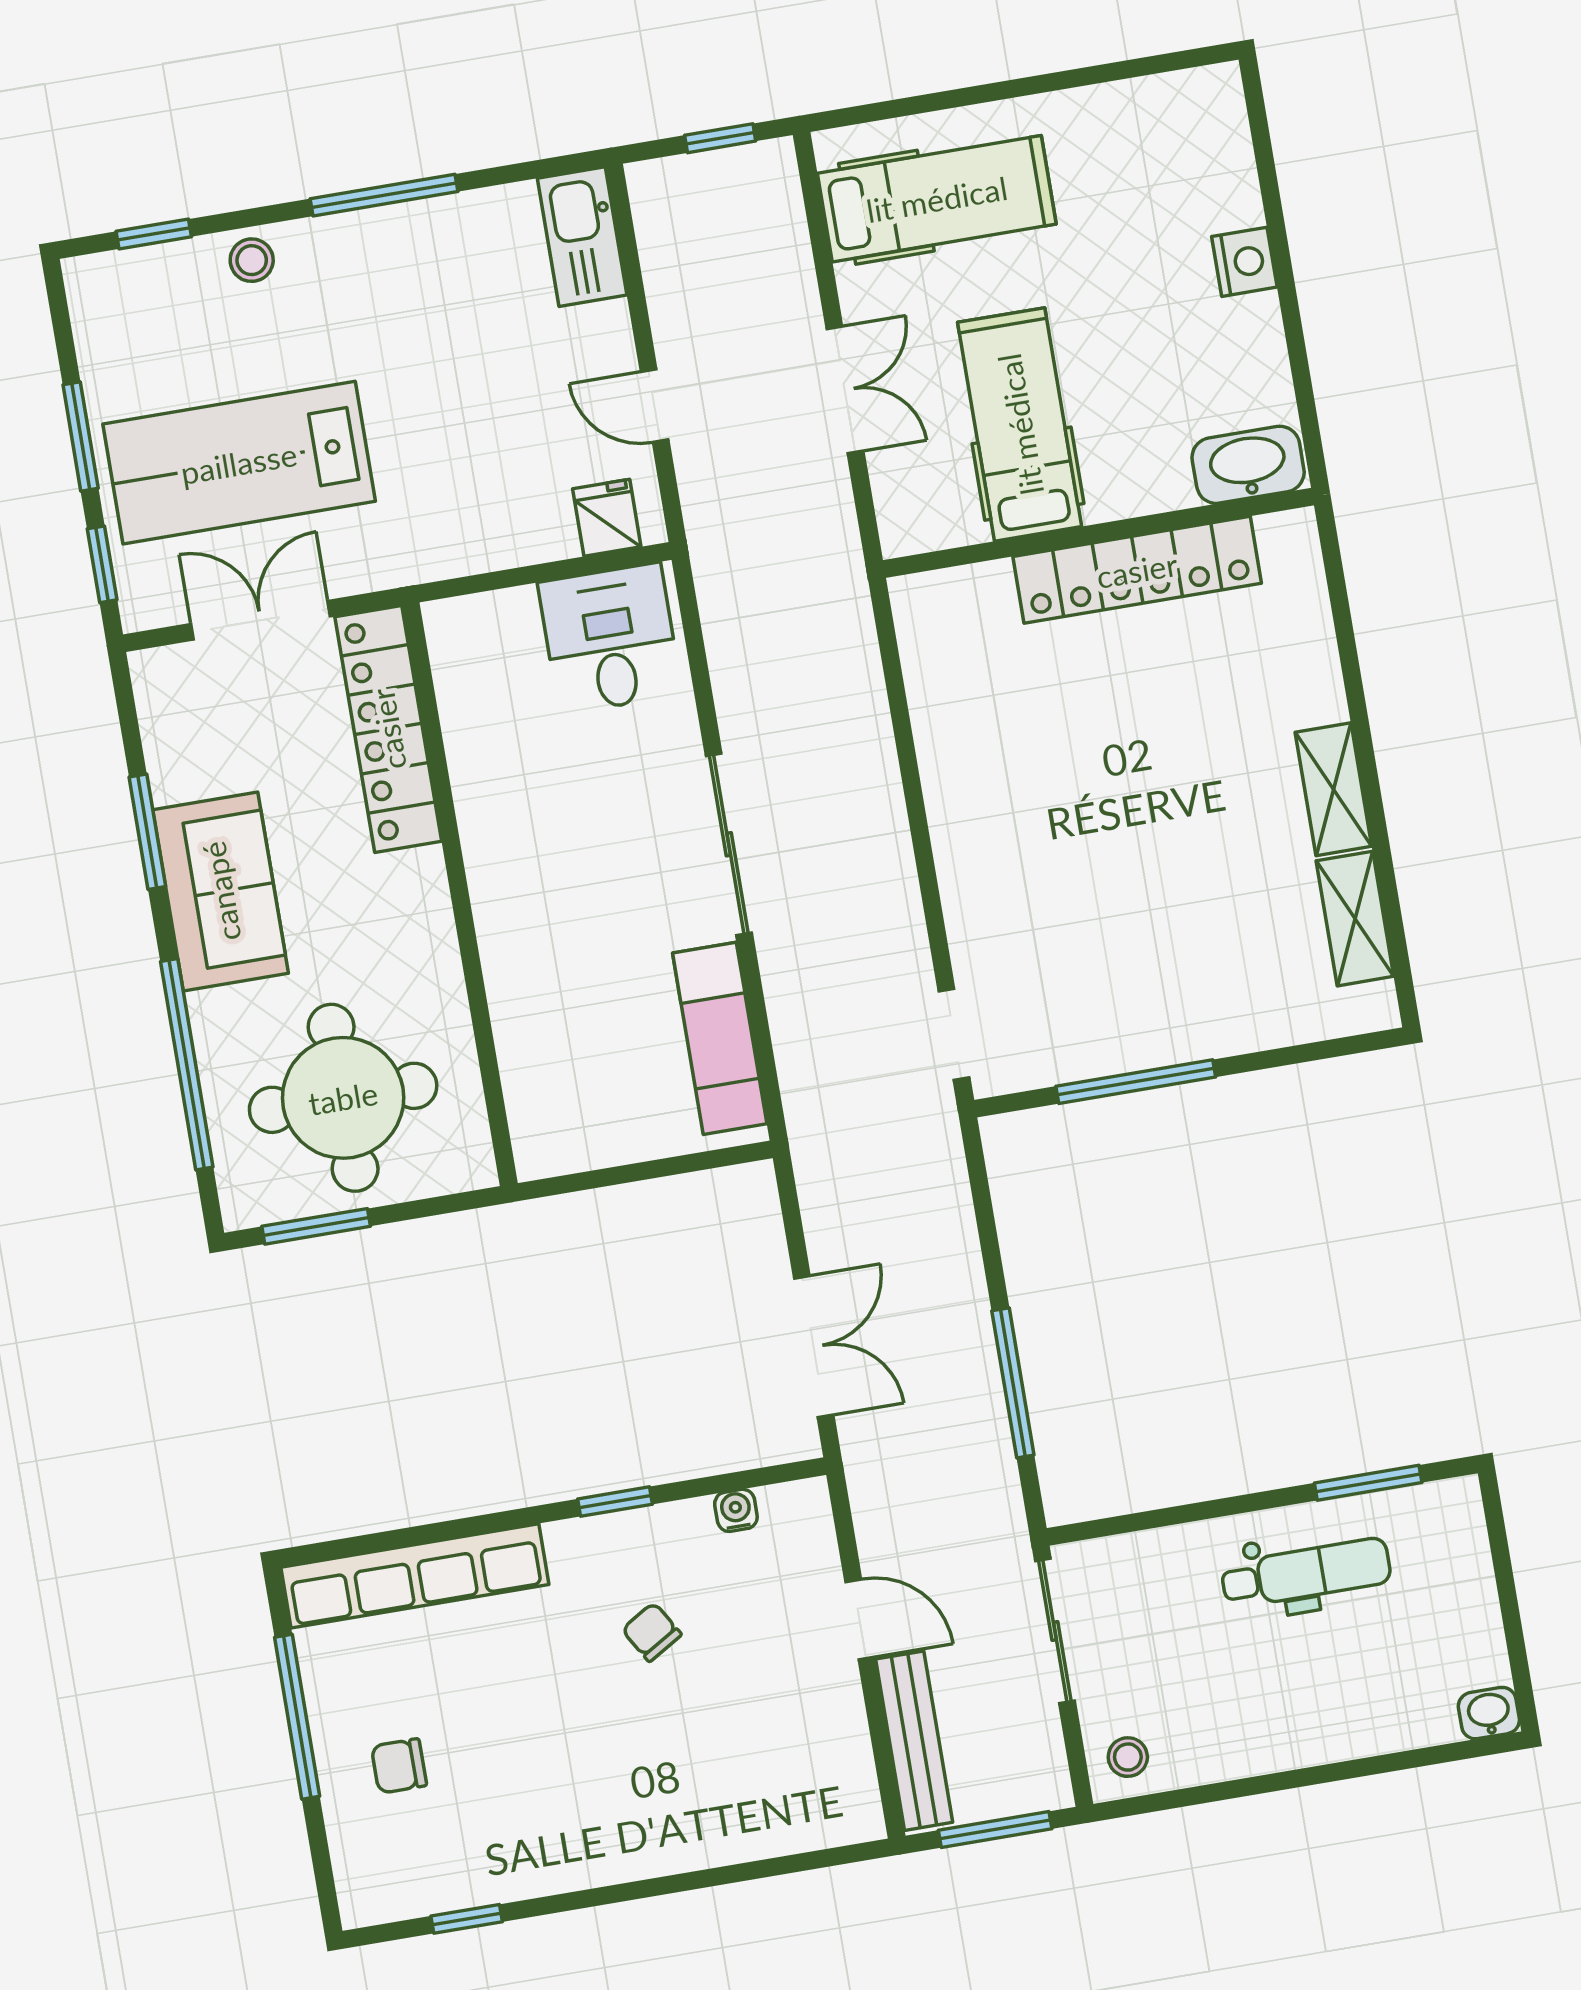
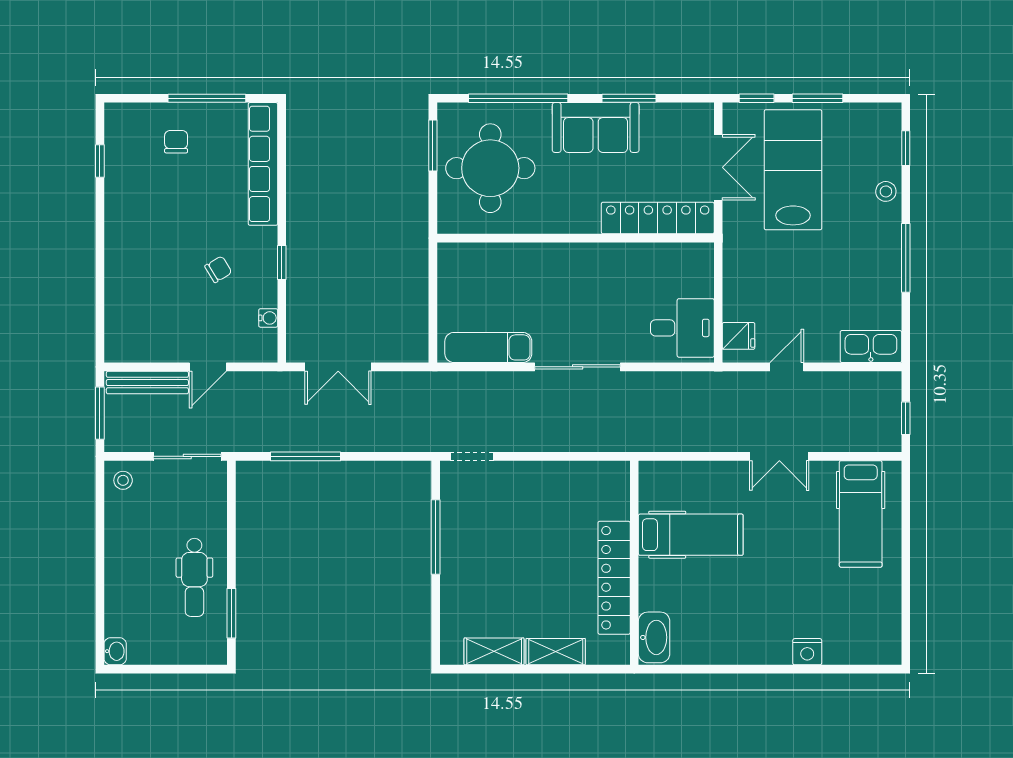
hospital bed: (1020, 424) -> (691, 535), moved
washbasin: (1248, 465) -> (654, 637), moved
wall: (1098, 533) -> (634, 563), moved
locker: (1137, 570) -> (614, 578), moved

